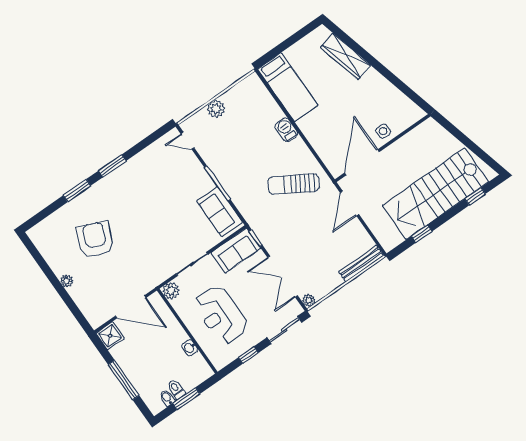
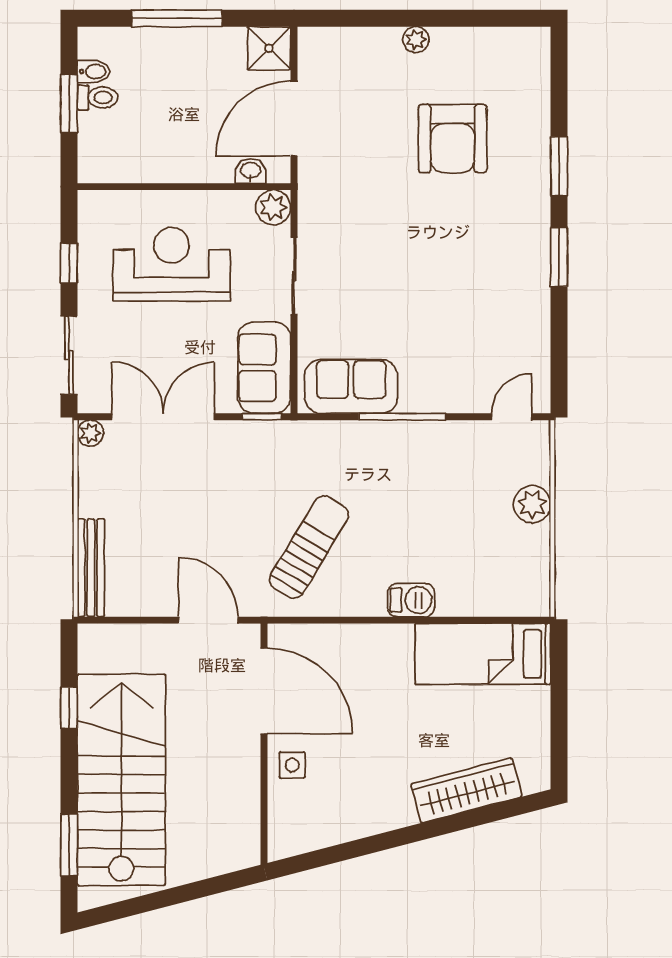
window: (475, 196) -> (69, 845), width x1.50
armchair: (95, 240) -> (453, 139), turned 67
washbasin: (190, 348) -> (250, 171), moved

